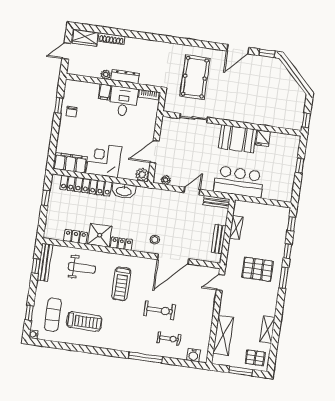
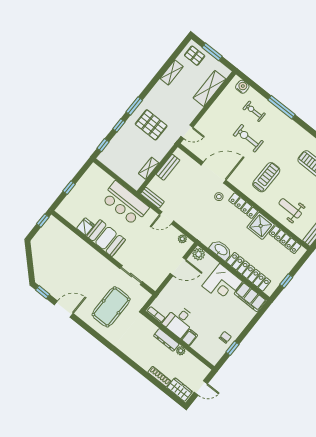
locker: (76, 237) -> (285, 240), width x1.53
locker: (121, 244) -> (243, 206), width x1.53

